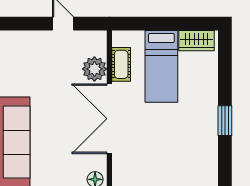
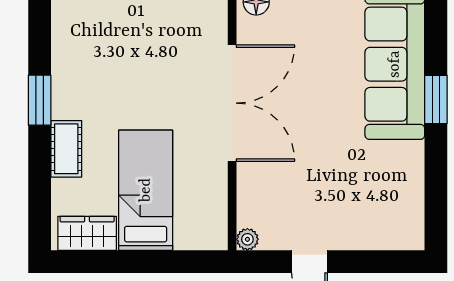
cot: (121, 64) -> (66, 149), moved
plant: (94, 69) -> (247, 239), moved, width x0.53, depth x0.53

